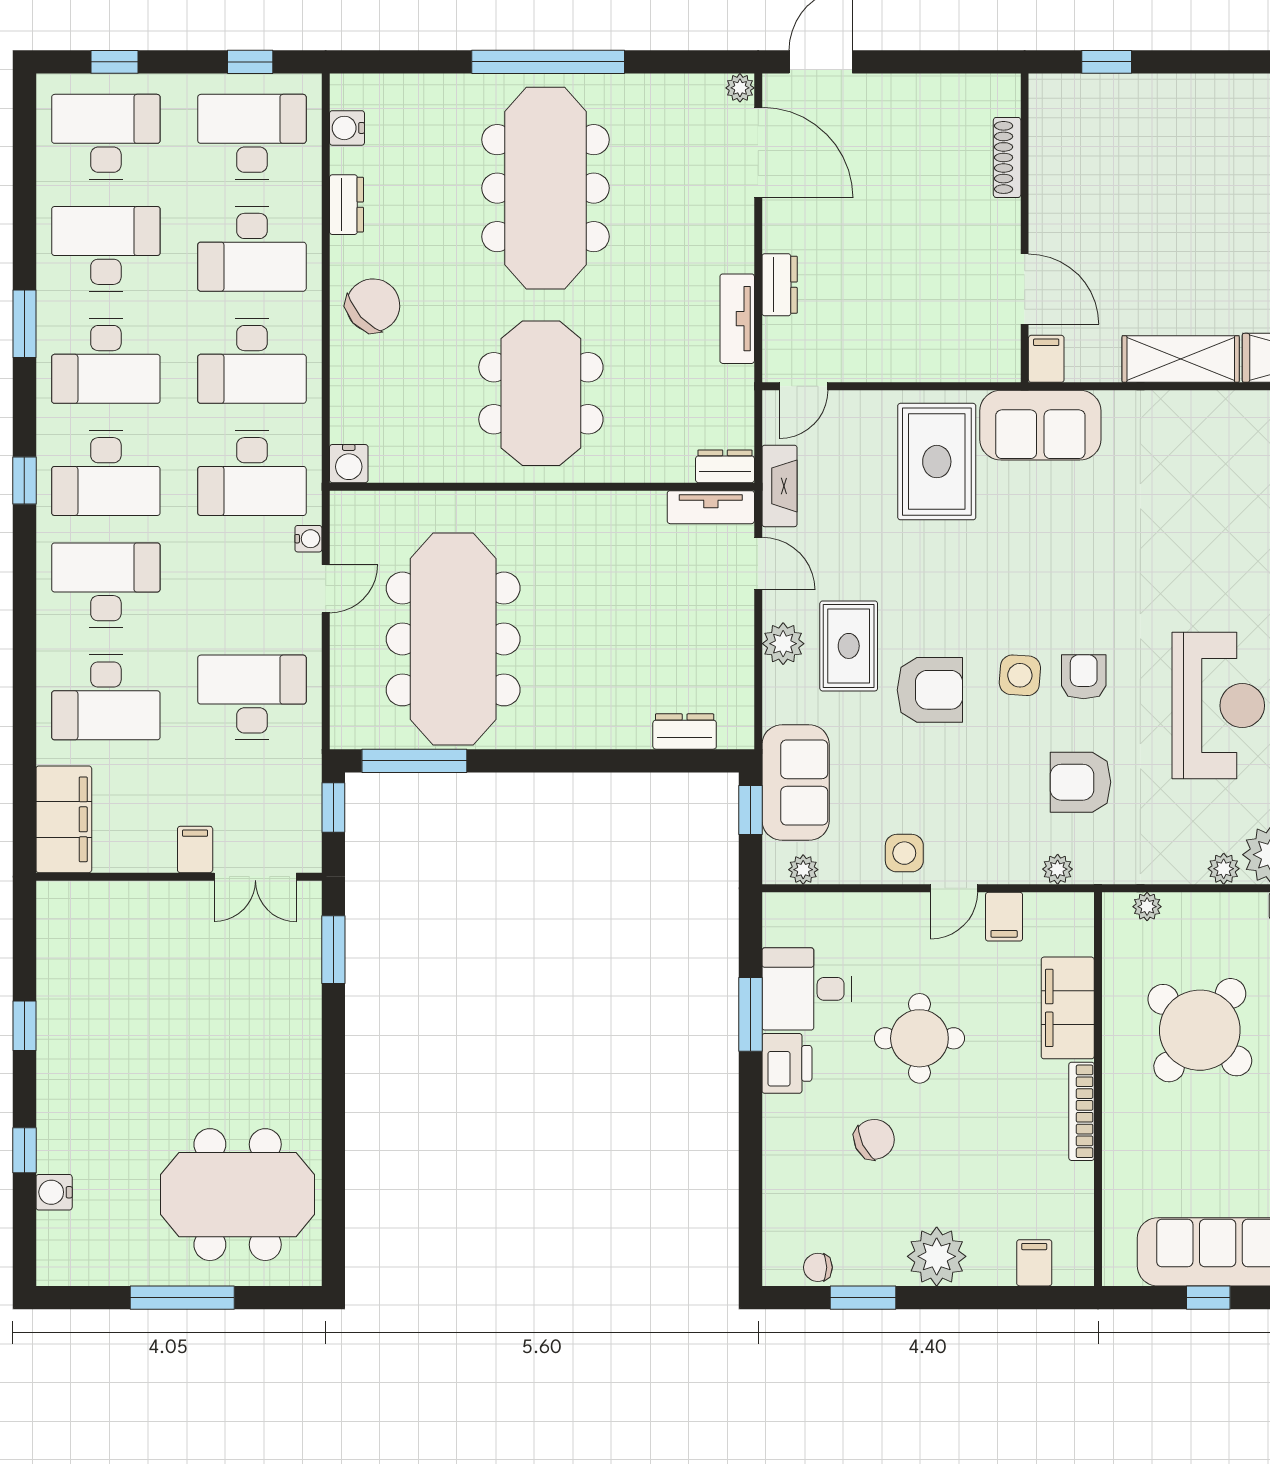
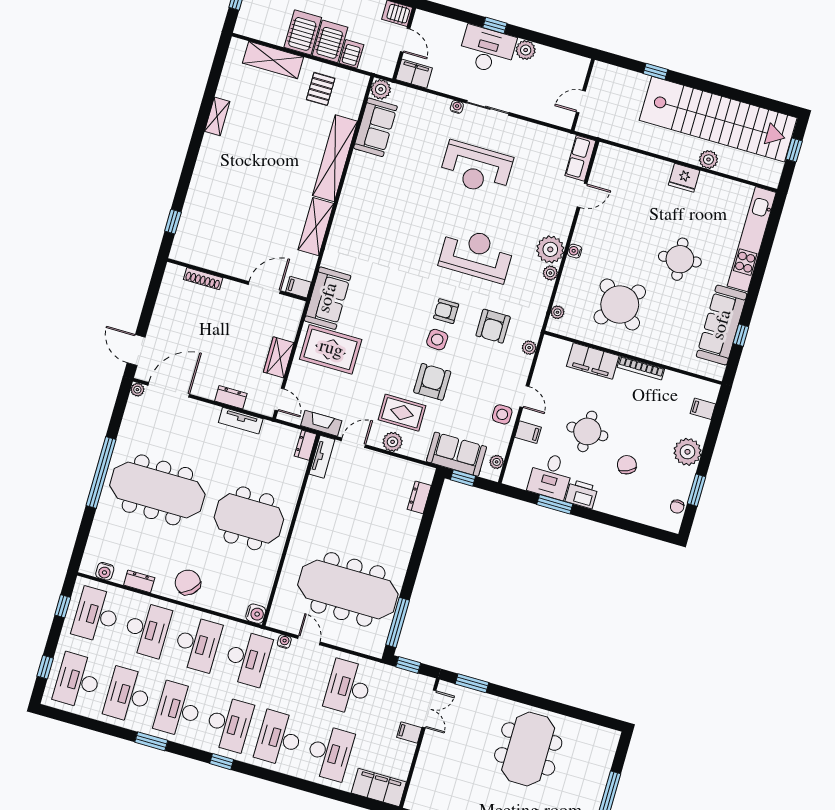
wardrobe: (890, 359) -> (279, 357), added
desk: (106, 361) -> (178, 710), turned 180
filing cabinet: (1004, 917) -> (528, 432), moved
meeting table: (238, 1195) -> (528, 749), moved

